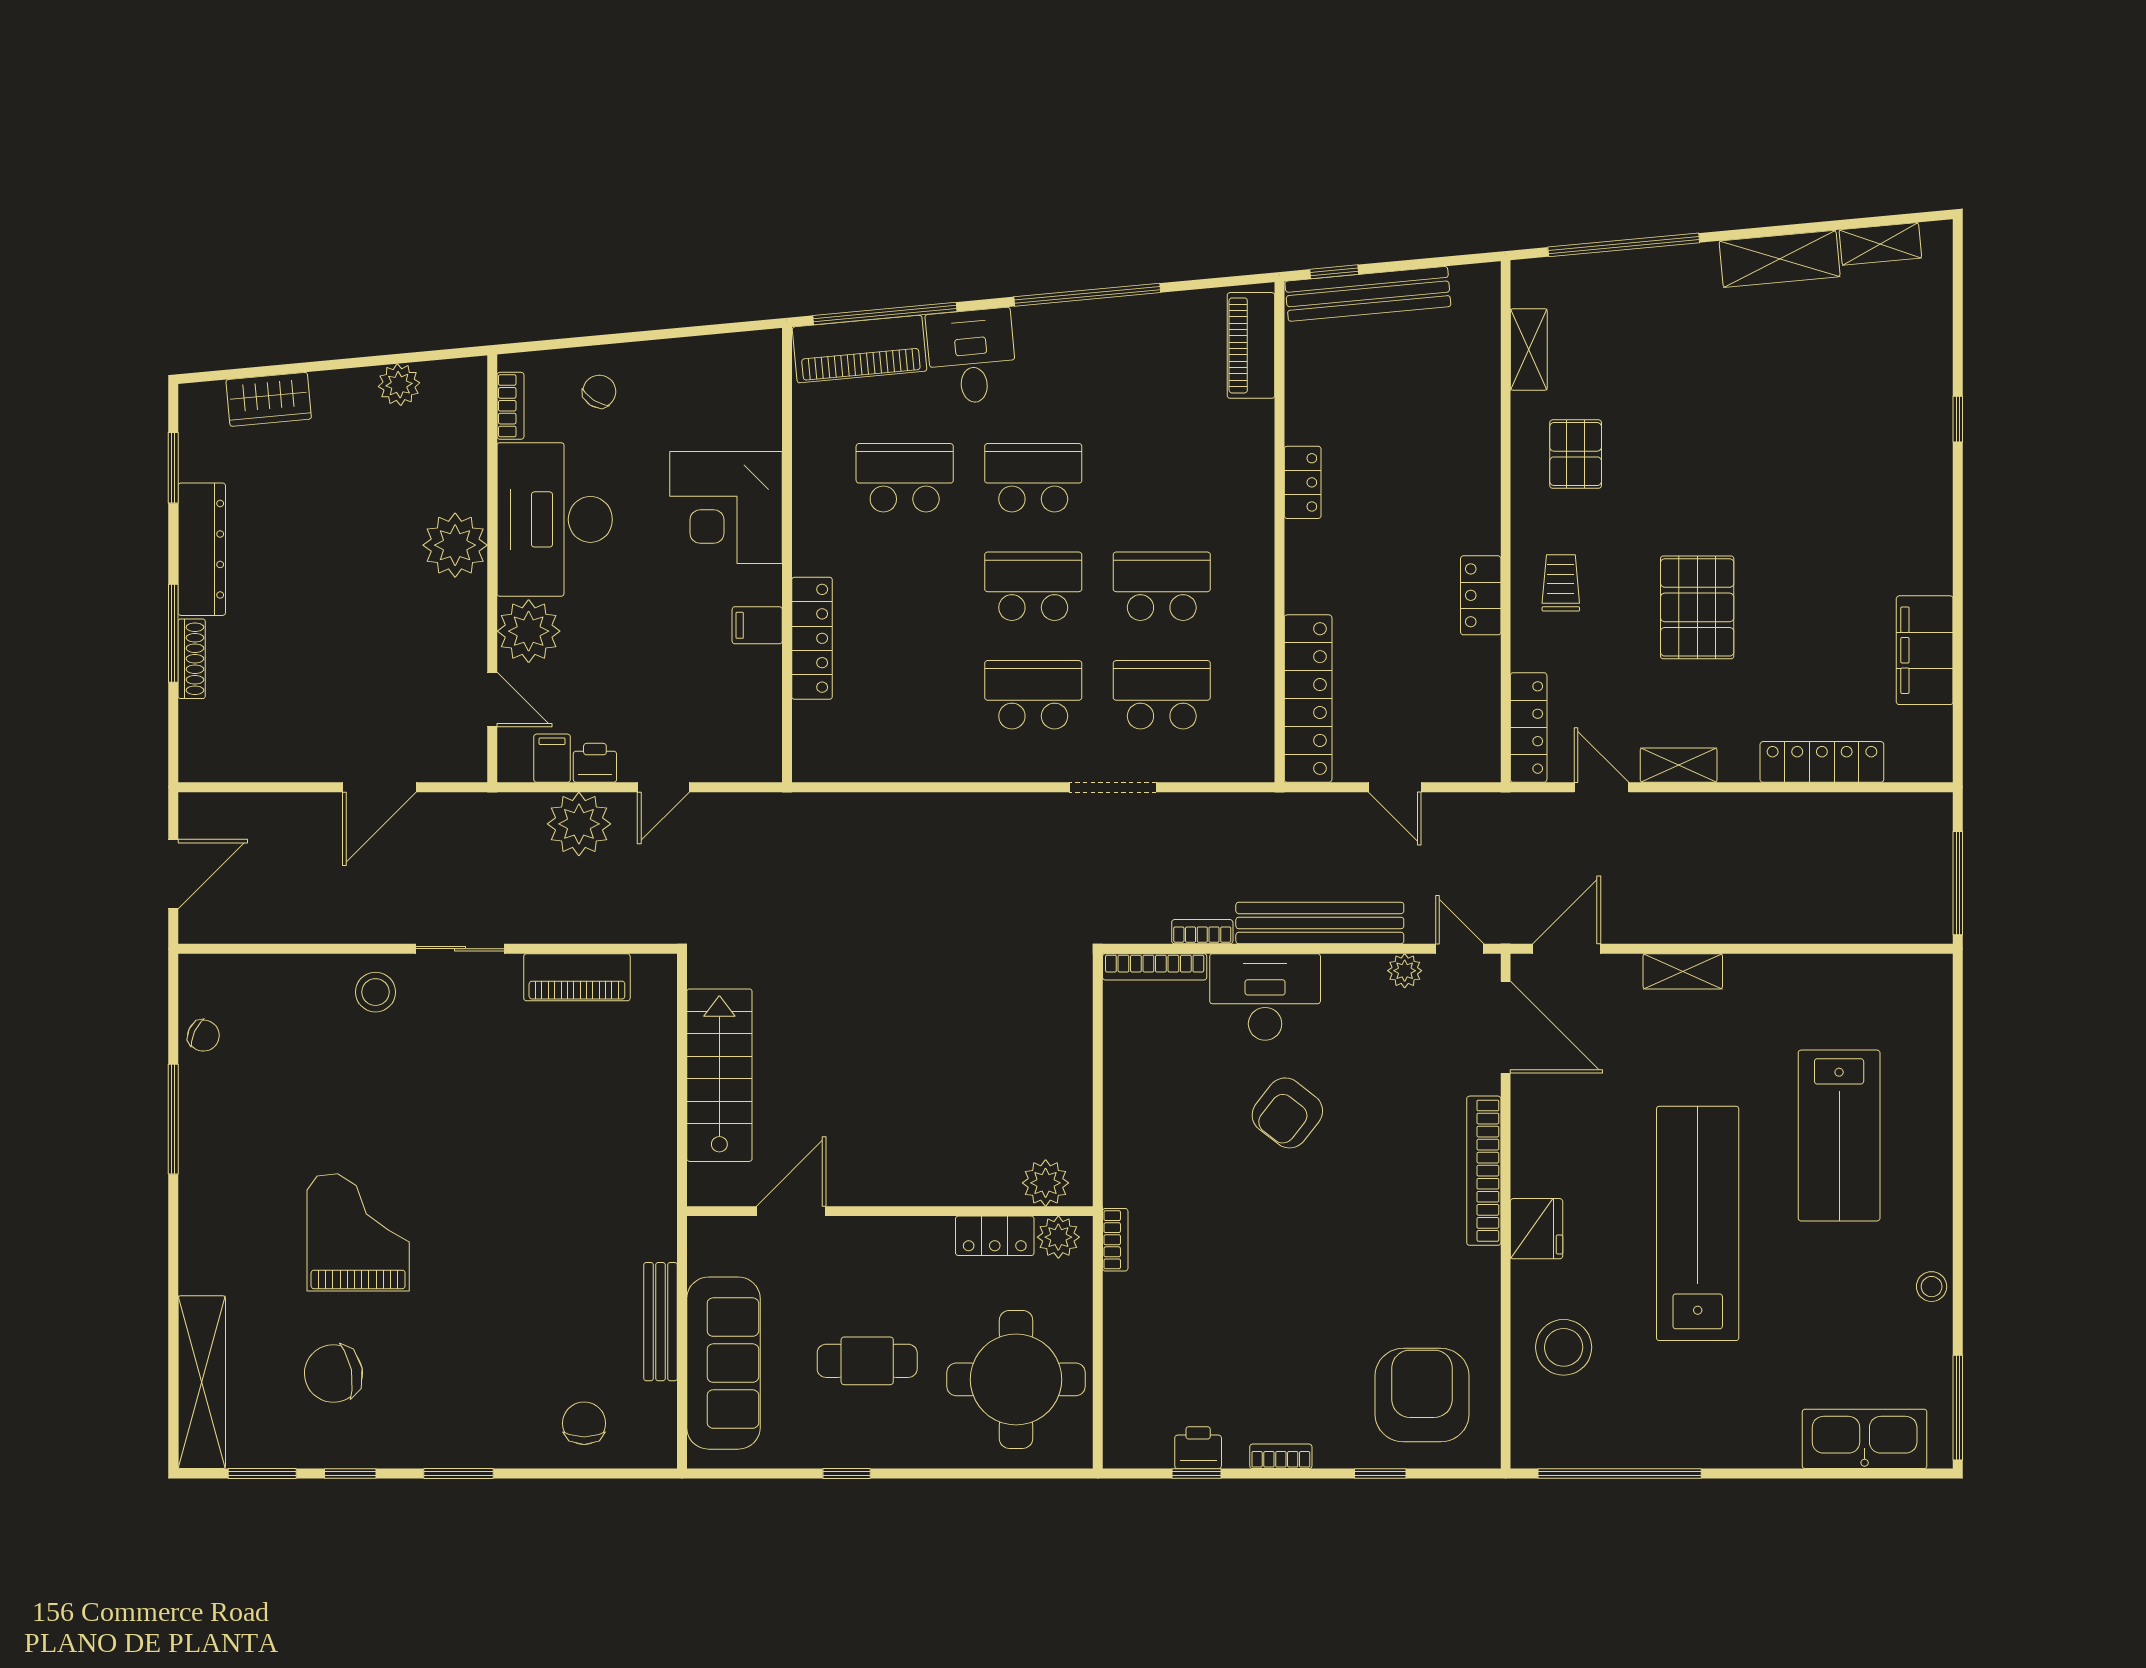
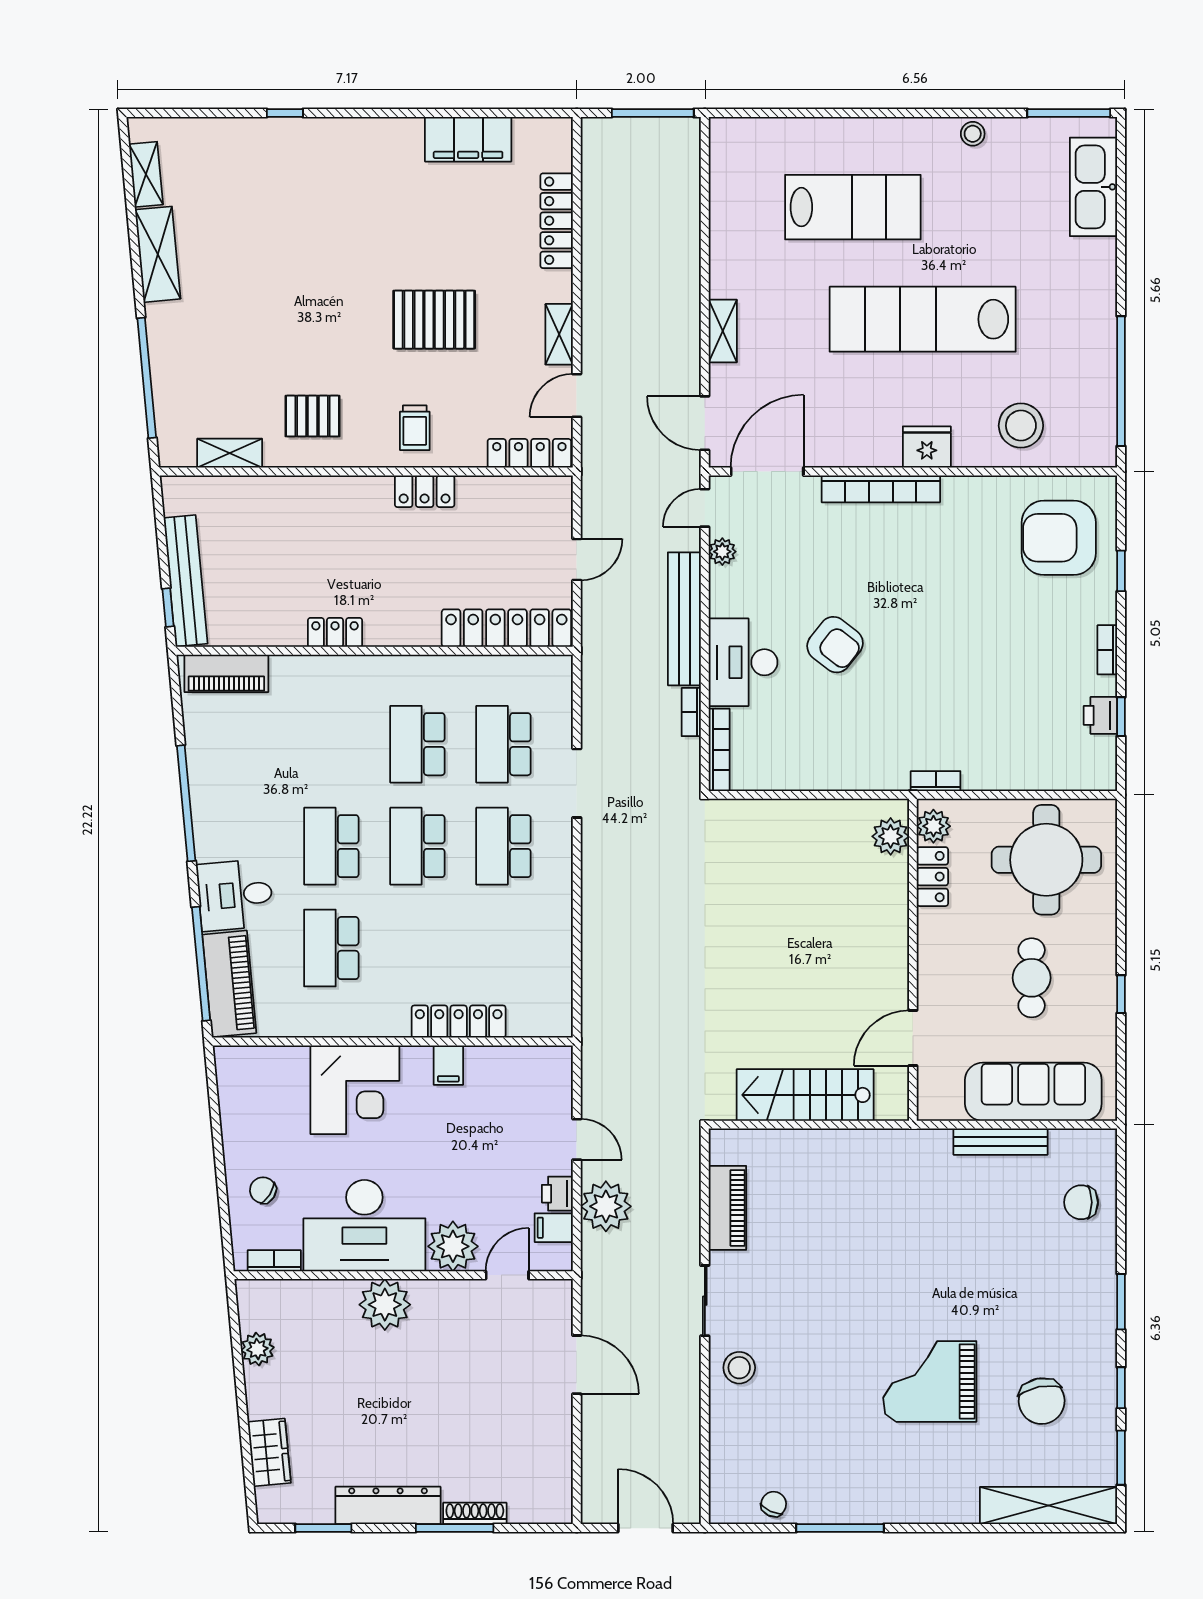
trolley: (1561, 583) -> (415, 428), turned -90
door: (791, 1211) -> (913, 1038), hinge flipped

